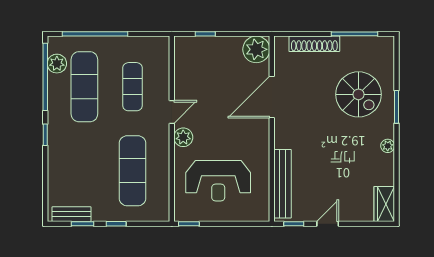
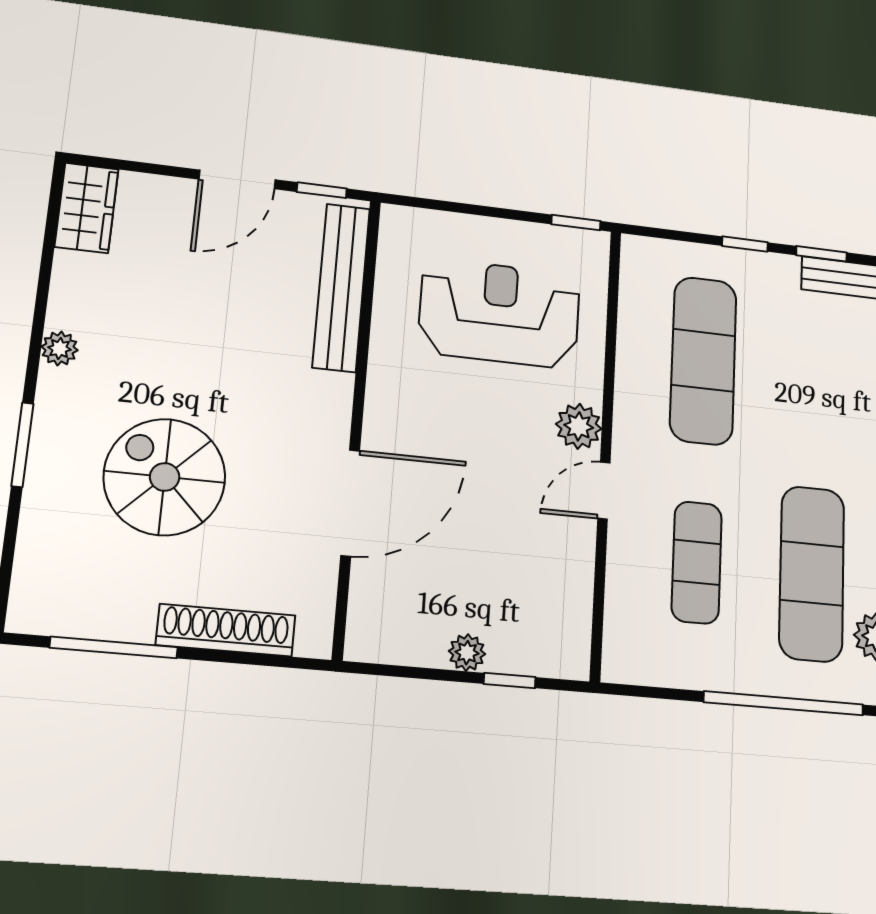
plant: (256, 49) -> (467, 653), moved, width x0.53, depth x0.53
spiral stairs: (358, 94) -> (165, 477), moved
door: (328, 224) -> (237, 179), width x1.38

